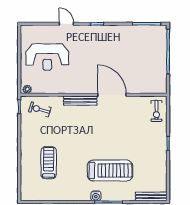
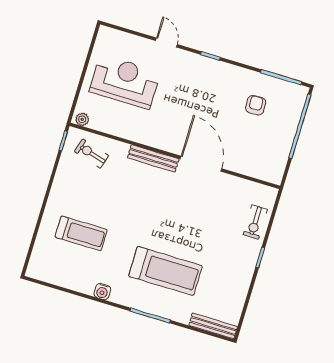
armchair: (136, 47) -> (256, 105), added
reception desk: (47, 57) -> (125, 82), turned 180
exercise bike: (156, 111) -> (255, 222), moved
treadmill: (49, 163) -> (81, 233), turned 90
water cooler: (96, 196) -> (102, 292), moved

